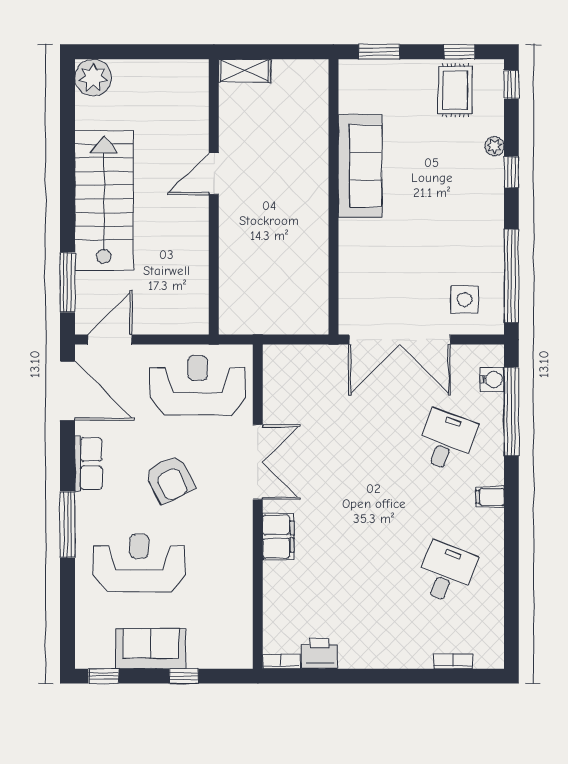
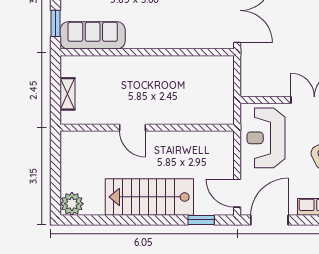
shelving: (245, 71) -> (68, 94), moved
sofa: (360, 166) -> (93, 35), moved
window: (68, 282) -> (201, 220), width x0.69

